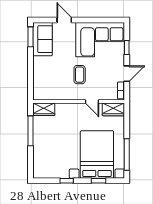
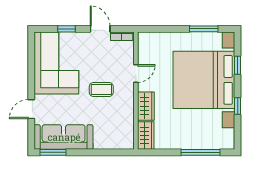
sofa: (43, 39) -> (64, 137), width x1.36
wardrobe: (113, 109) -> (146, 106), moved
window: (30, 131) -> (201, 152), moved
window: (127, 154) -> (204, 29), width x0.69
bed with nightstands: (97, 155) -> (204, 80), width x1.36

